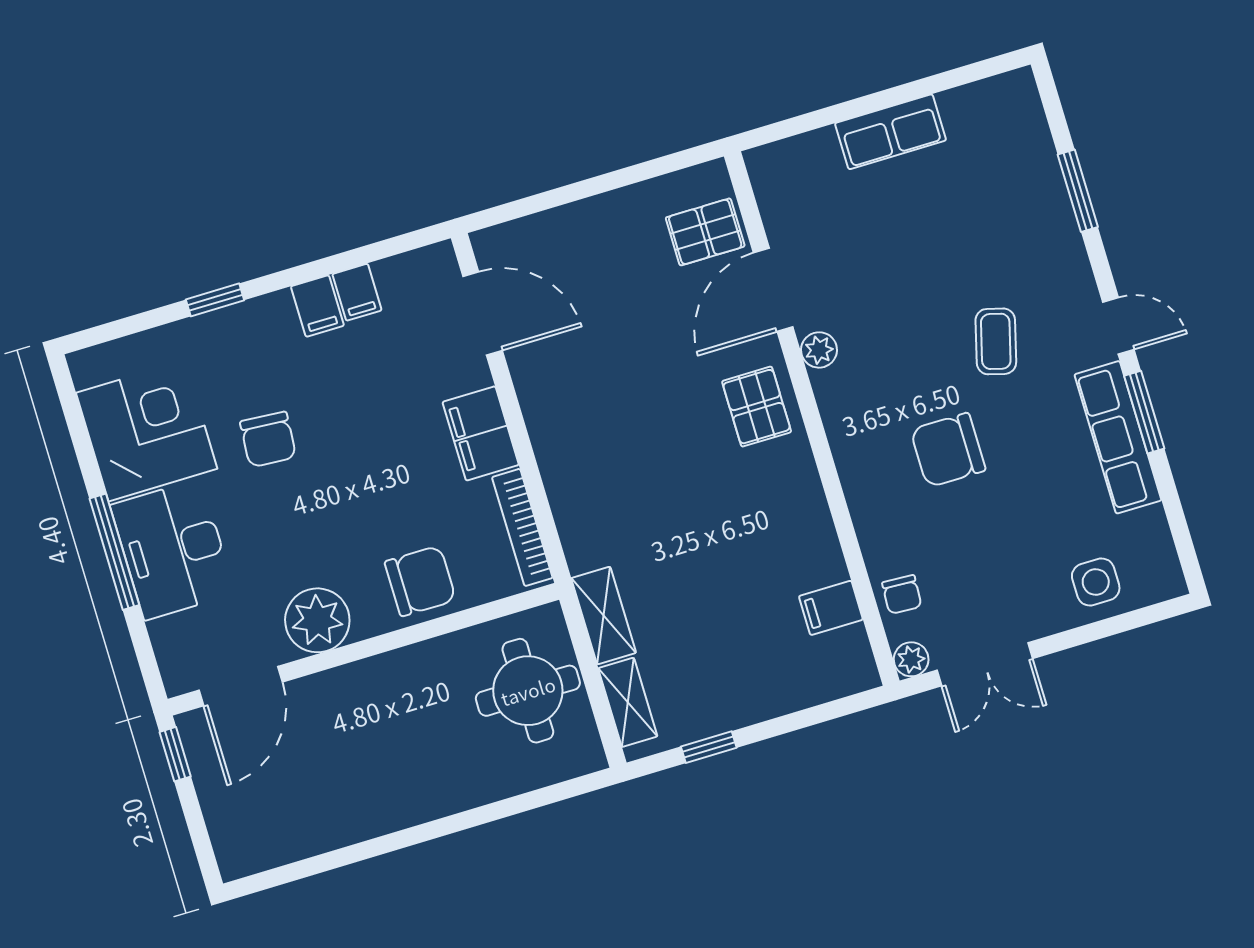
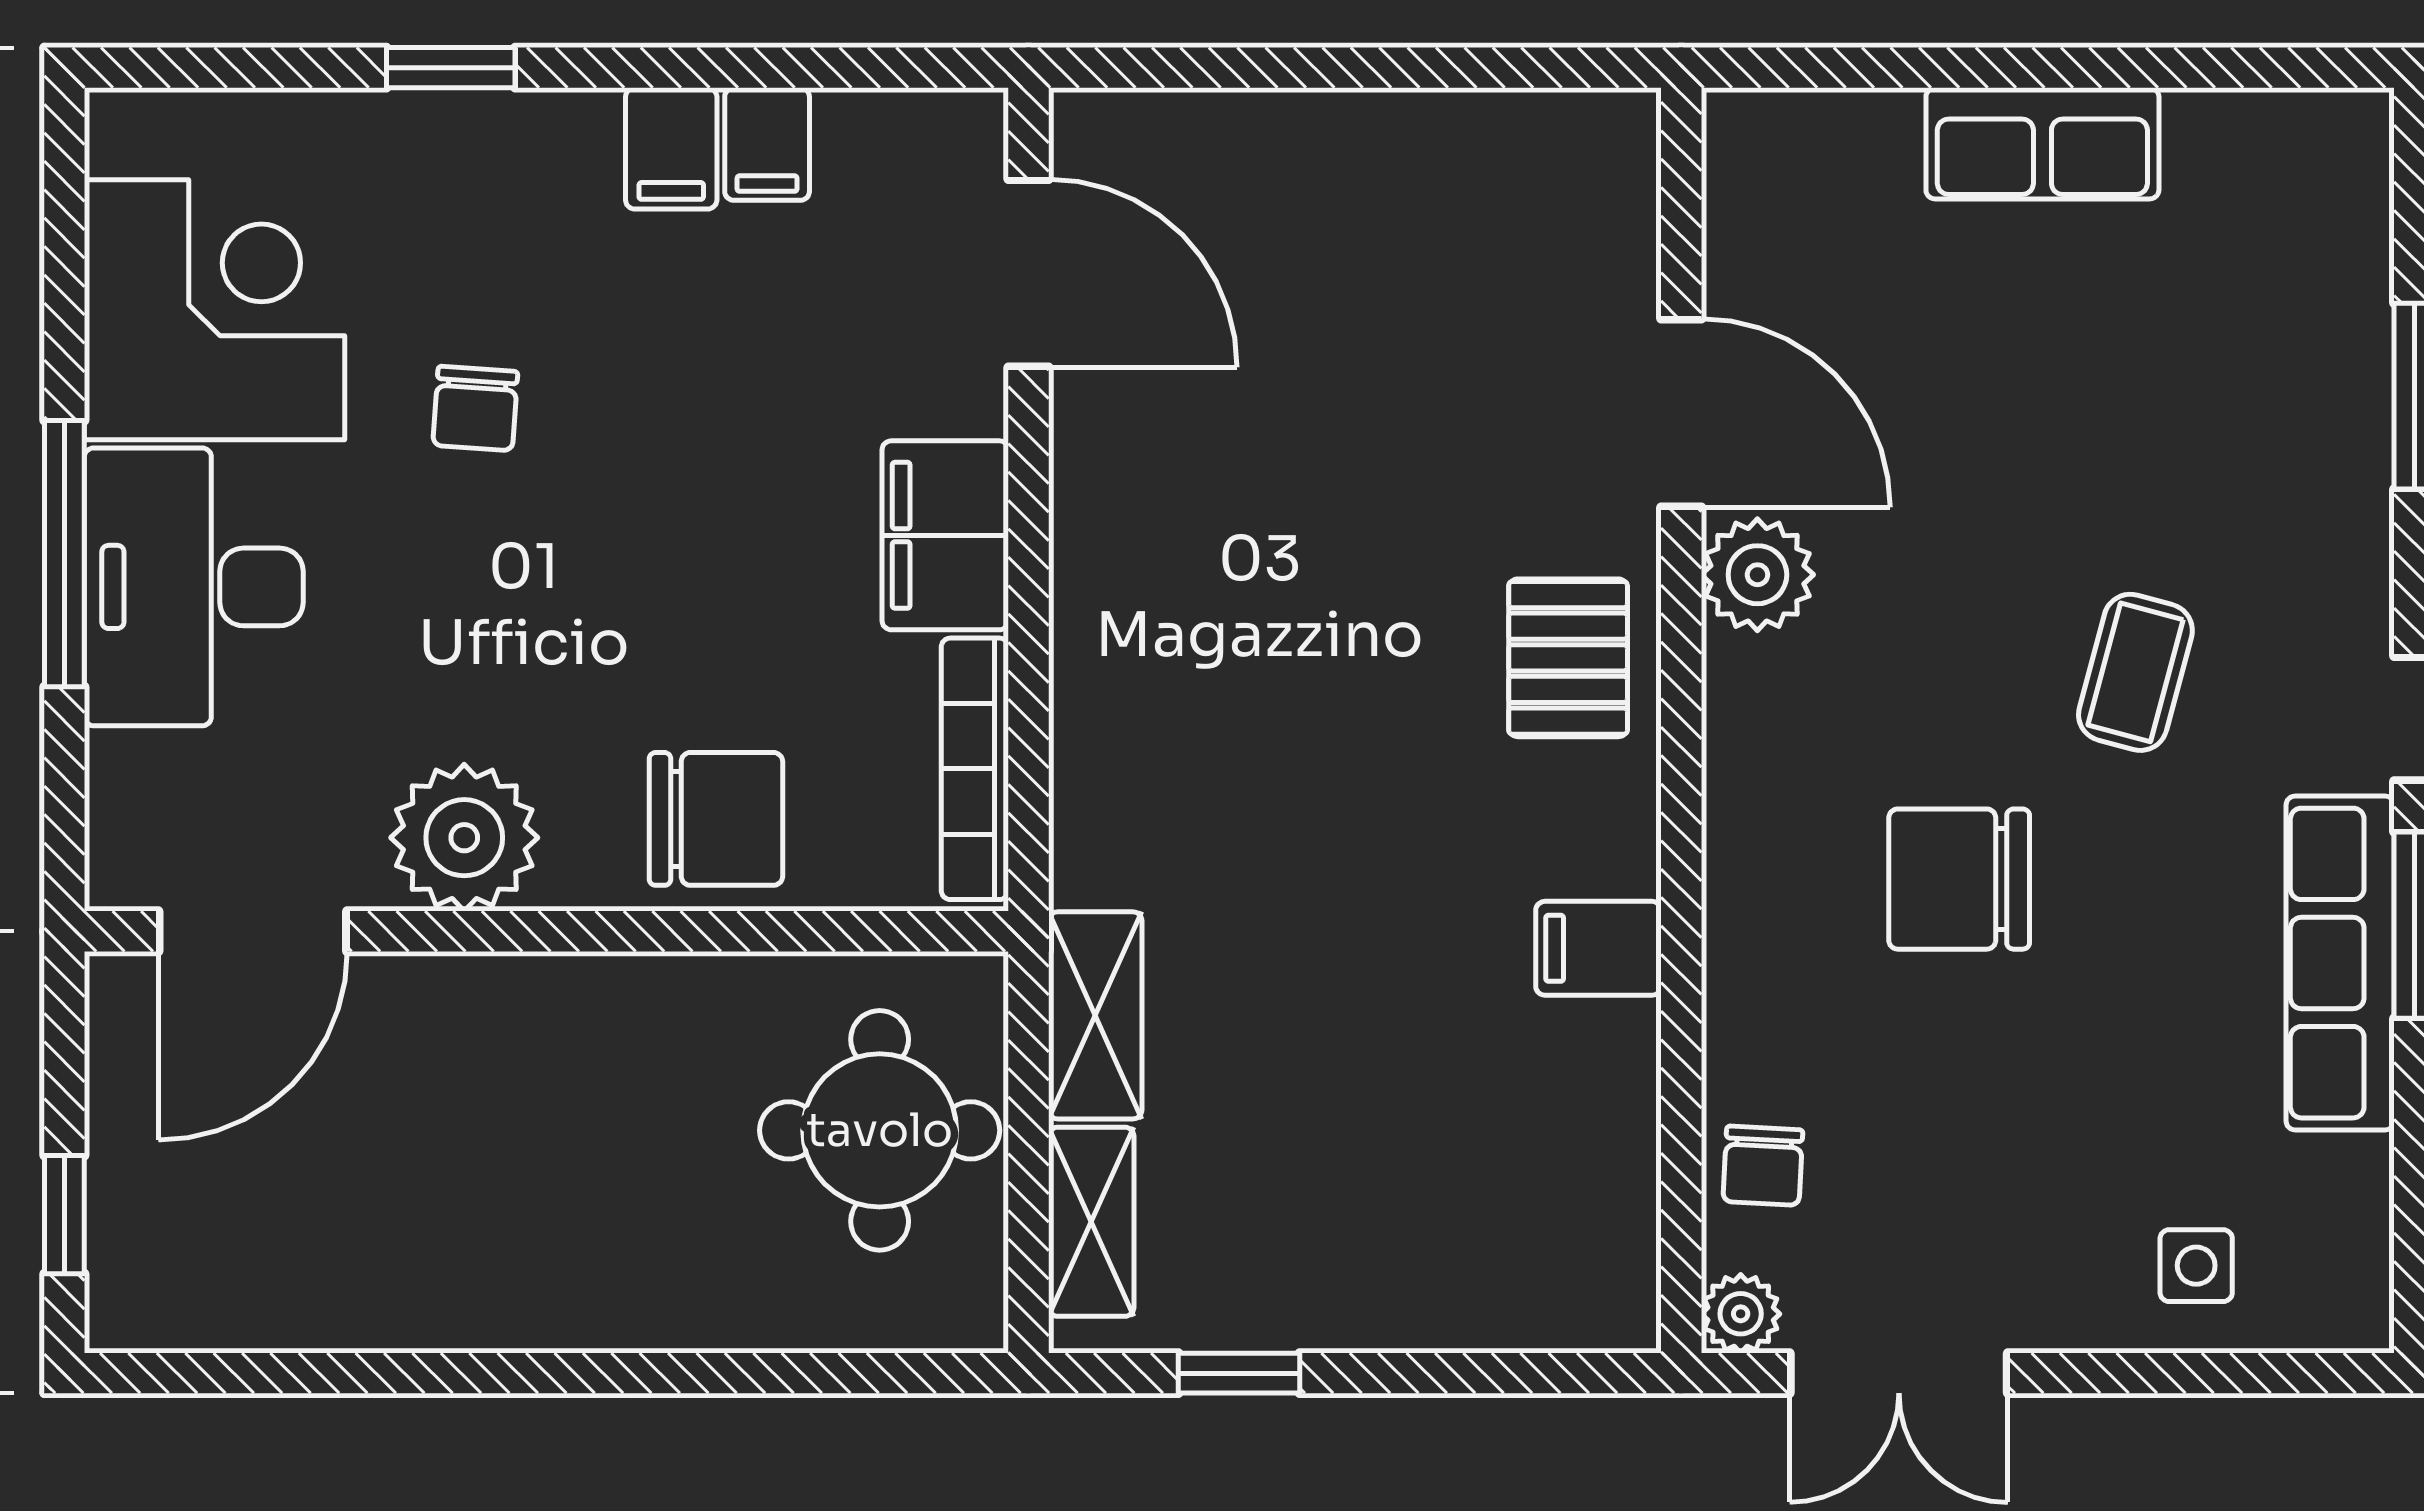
pallet: (705, 232) -> (1570, 241), removed
door: (773, 290) -> (1681, 413), swing flipped
plant: (819, 350) -> (1757, 575), width x1.38, depth x1.38
chair: (268, 439) -> (475, 408), width x0.73, depth x0.73
side table: (1096, 582) -> (2196, 1266), width x0.73, depth x0.73
filing cabinet: (831, 608) -> (1598, 948), moved
window: (175, 754) -> (64, 1215), moved

